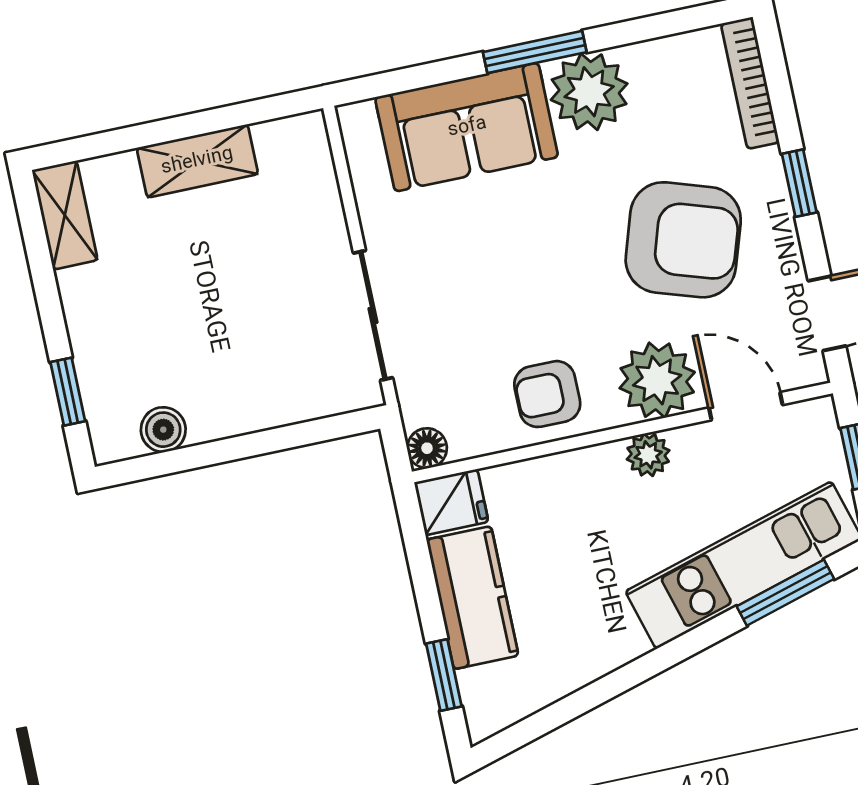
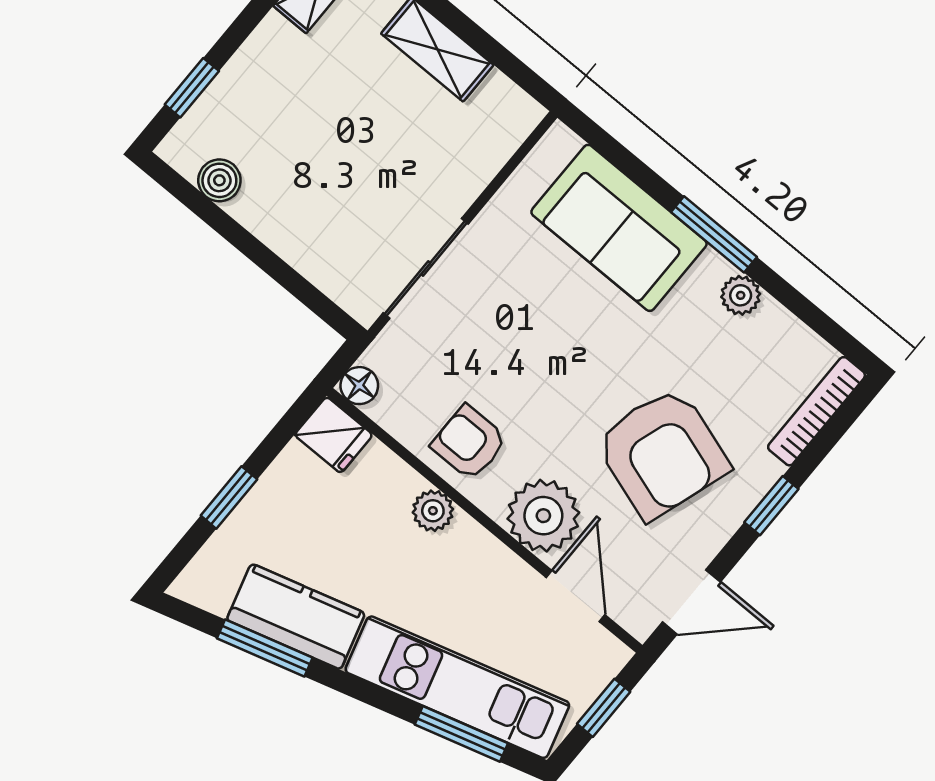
plant: (589, 92) -> (741, 295), width x0.53, depth x0.53
plant: (648, 455) -> (433, 511), moved
kitchen counter: (472, 598) -> (296, 616), moved, turned -106
window: (444, 675) -> (229, 497), moved
window: (584, 700) -> (265, 648), added

